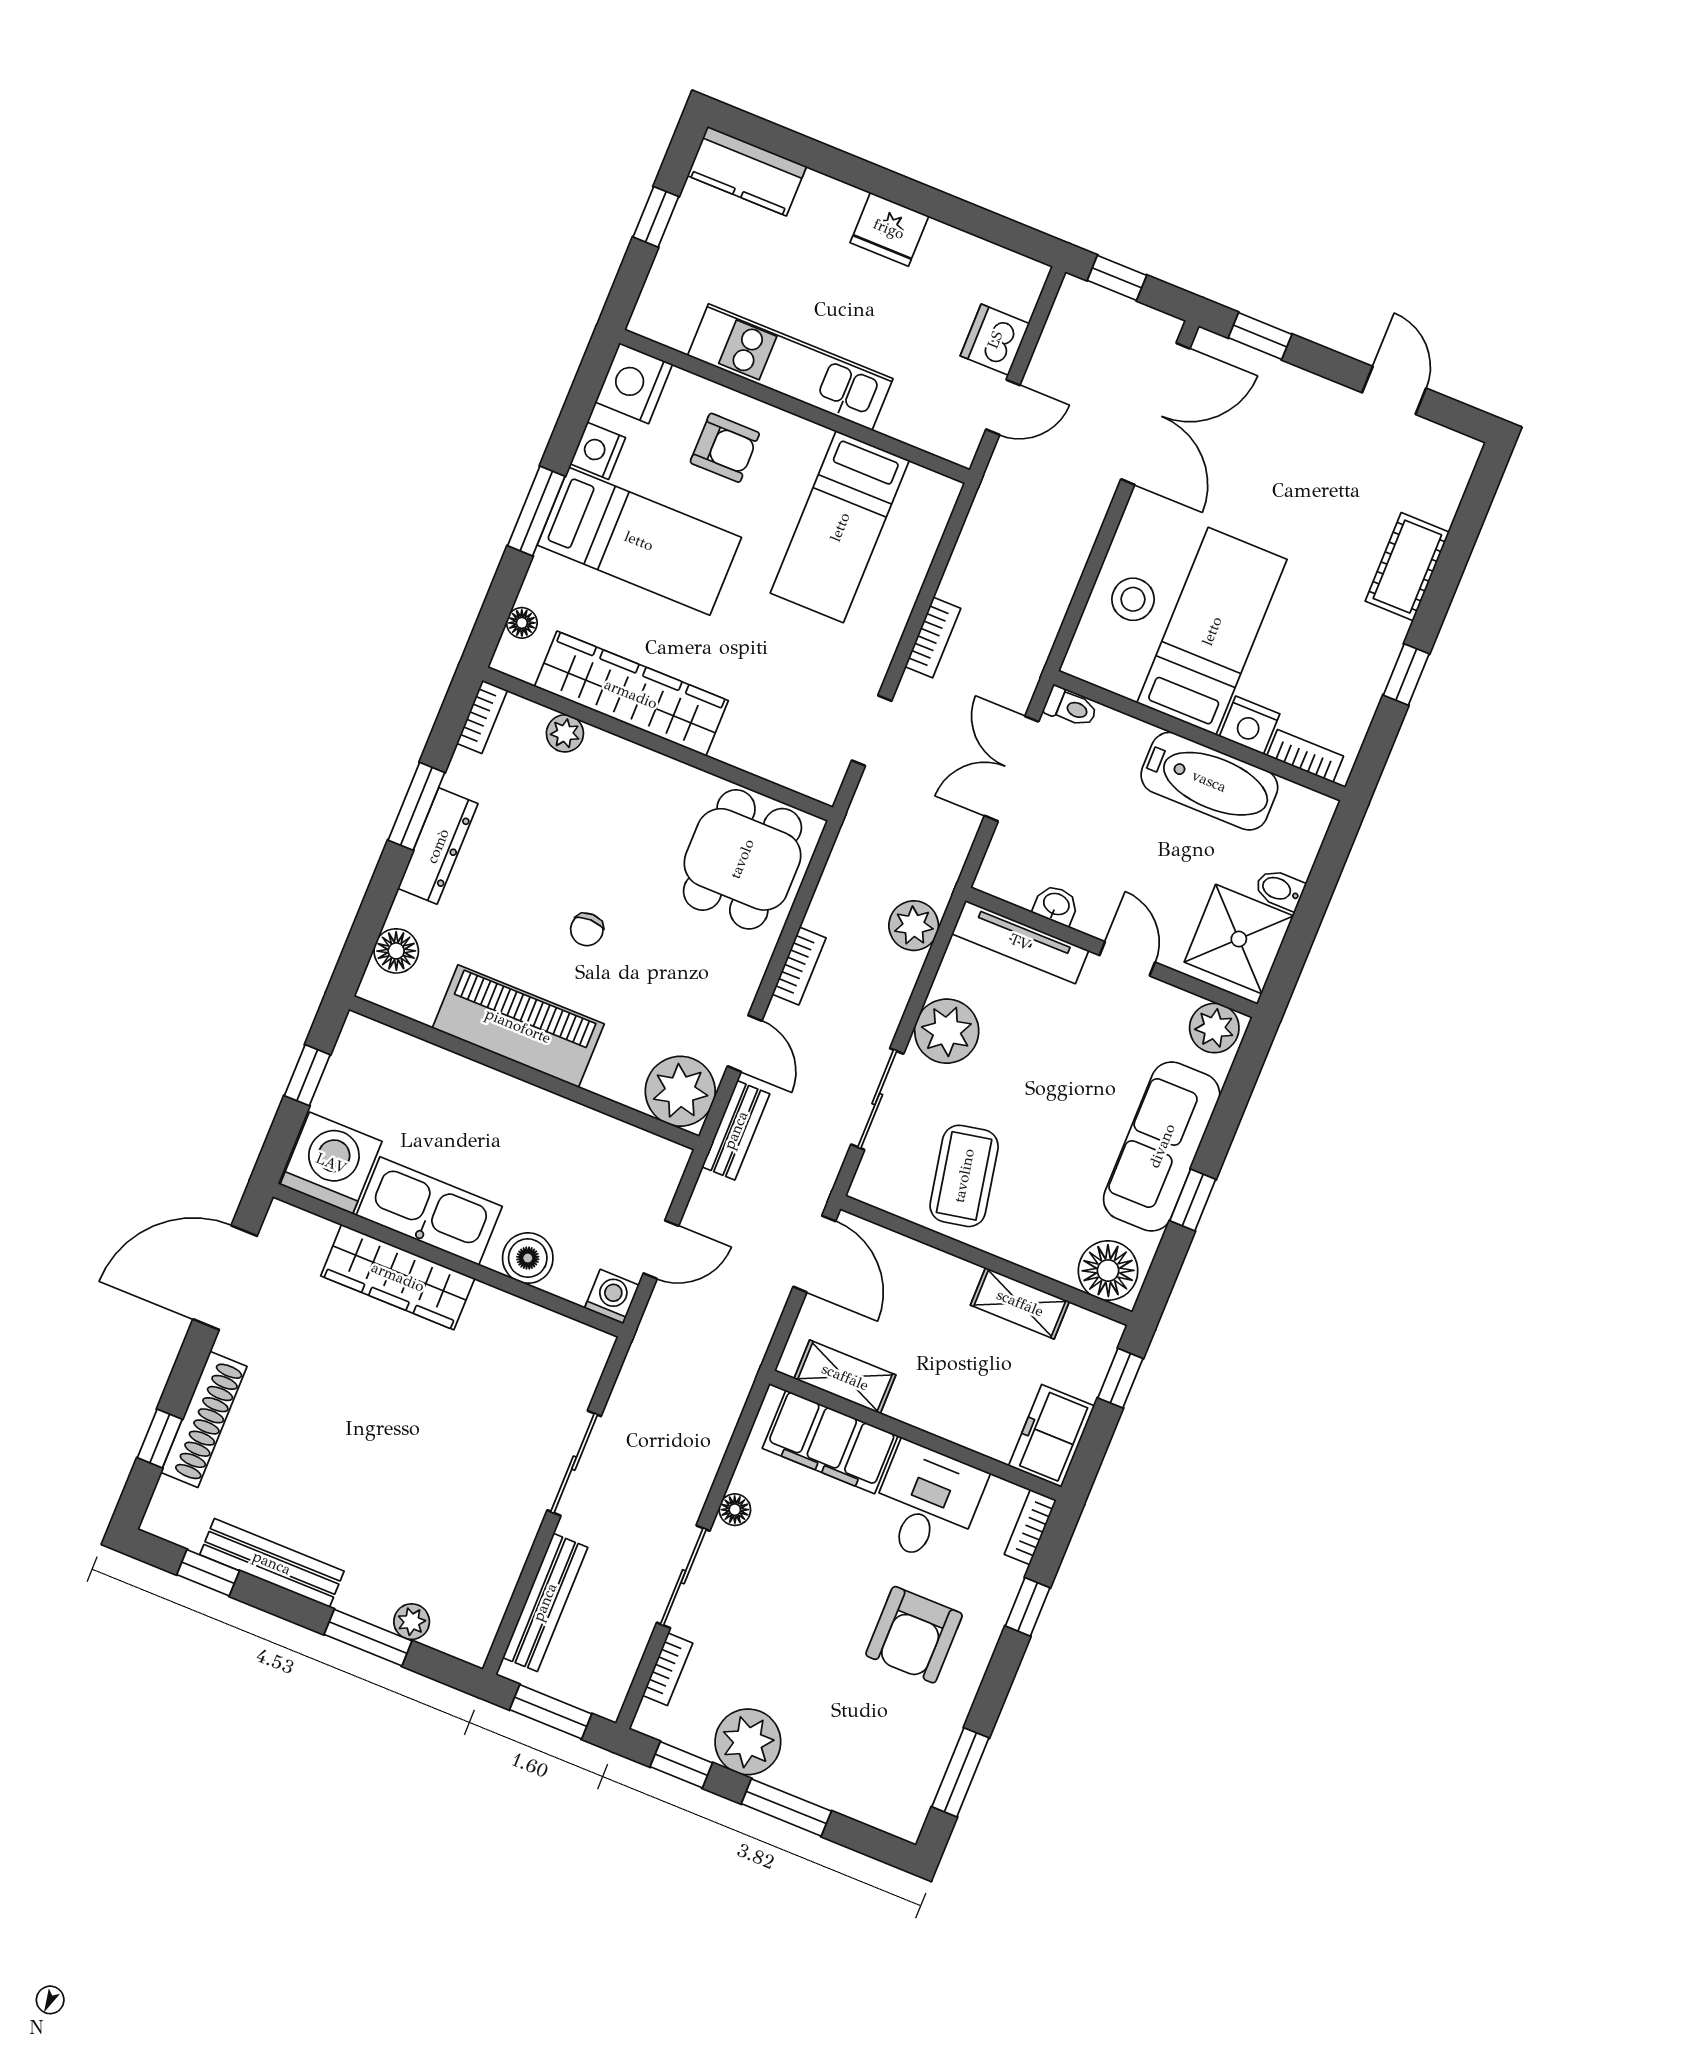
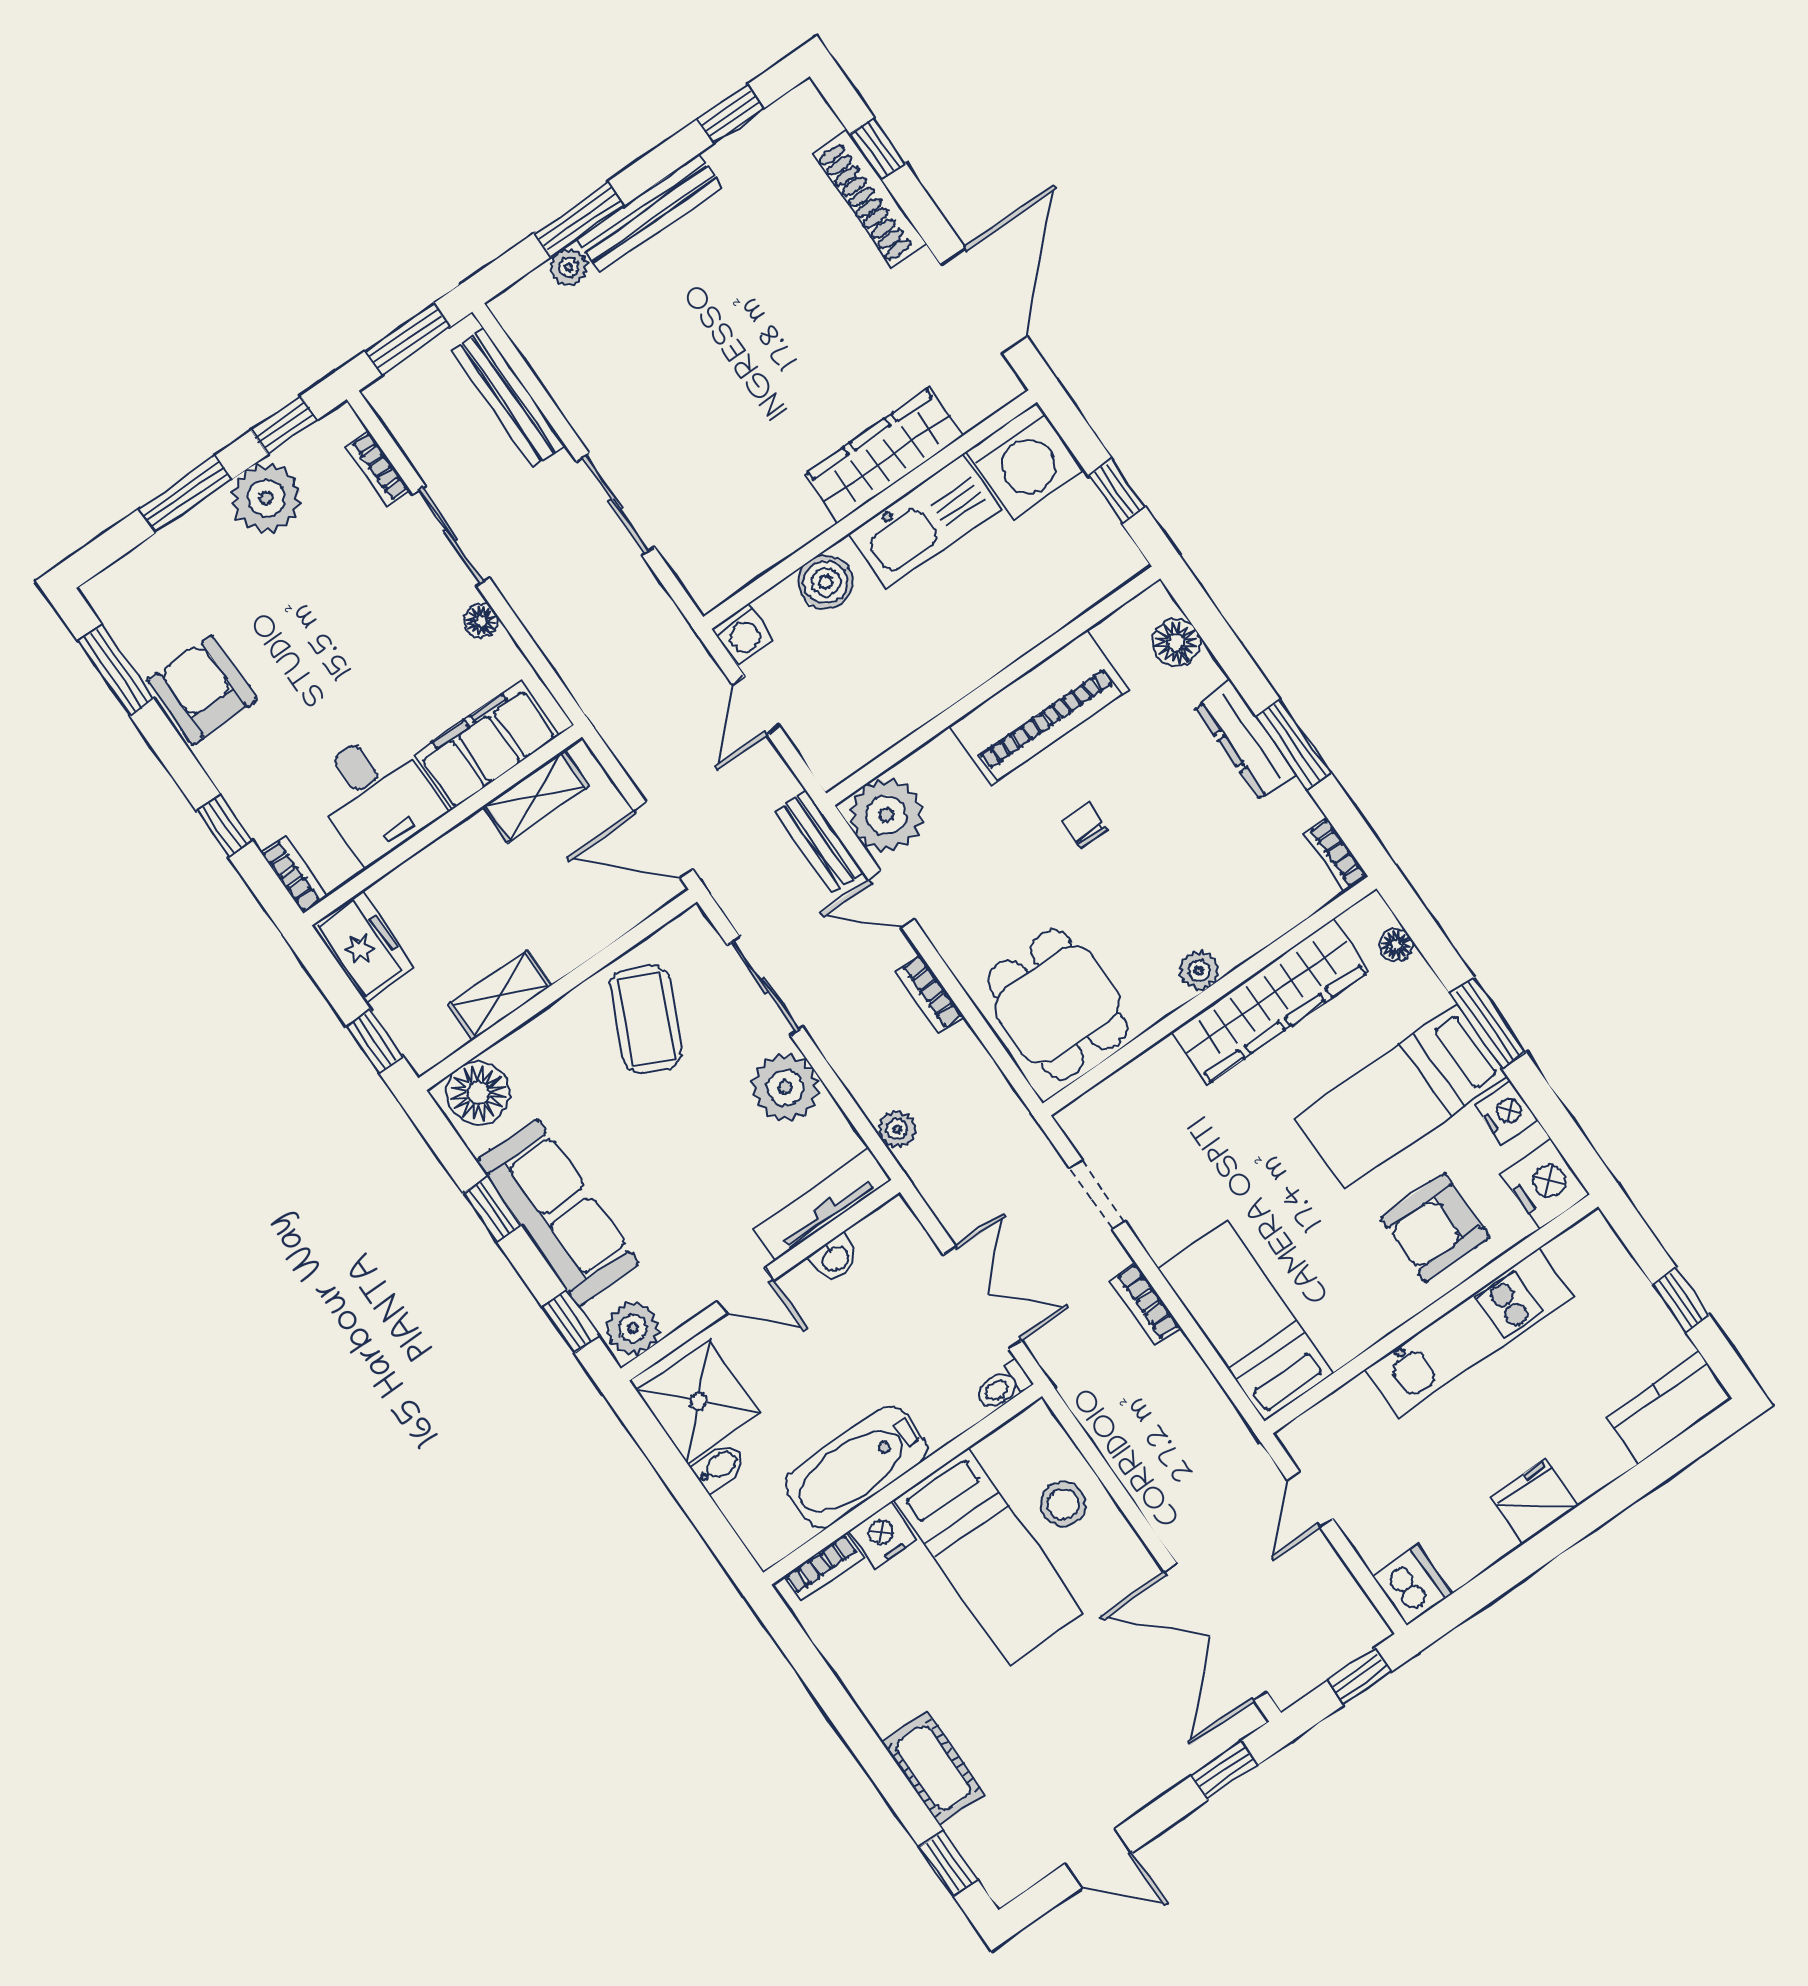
dishwasher: (995, 340) -> (1412, 1585), moved
armchair: (725, 448) -> (1435, 1228), width x1.38, depth x1.38
bed: (840, 527) -> (1245, 1321), moved
window: (1406, 675) -> (948, 1864), moved
plant: (565, 733) -> (1199, 971), moved
plant: (914, 926) -> (897, 1129), width x0.73, depth x0.73
window: (1241, 1081) -> (570, 1322), added
coffee table: (964, 1176) -> (646, 1019), turned 36
bench: (272, 1563) -> (649, 213), moved
armchair: (914, 1635) -> (202, 690), moved

